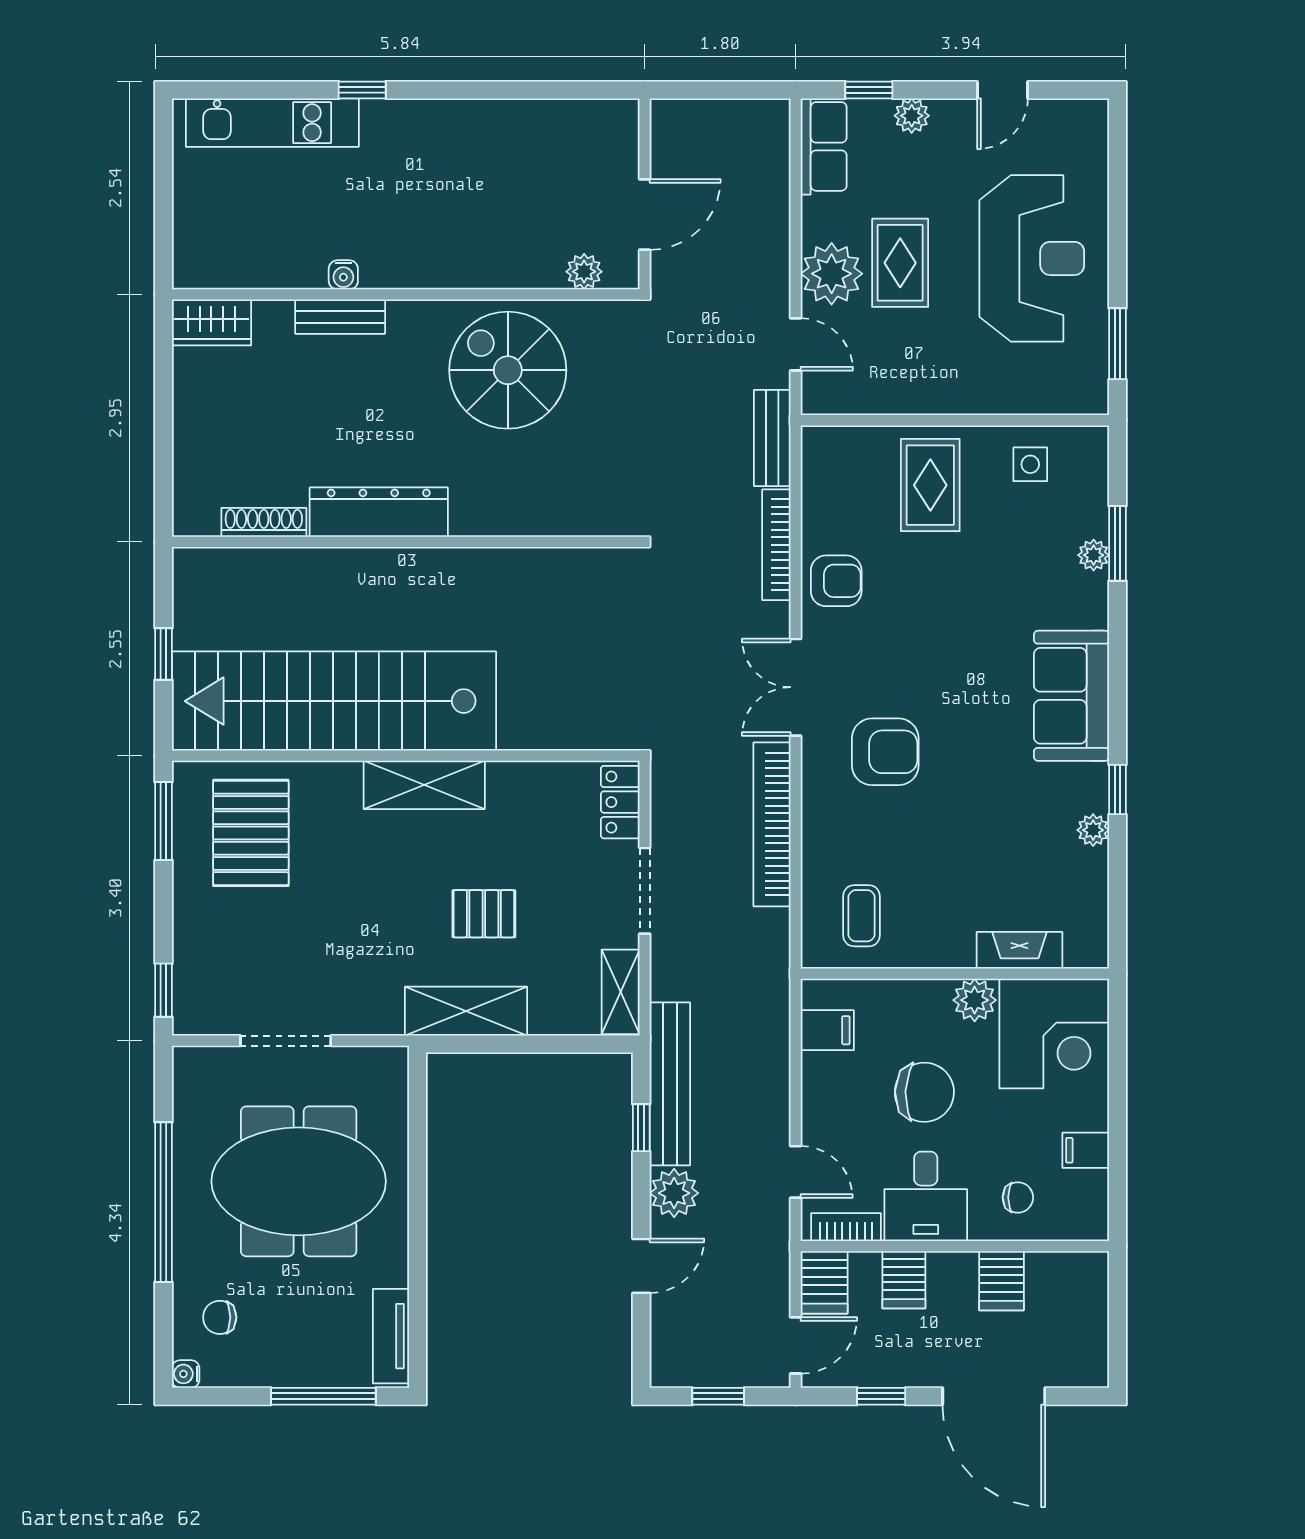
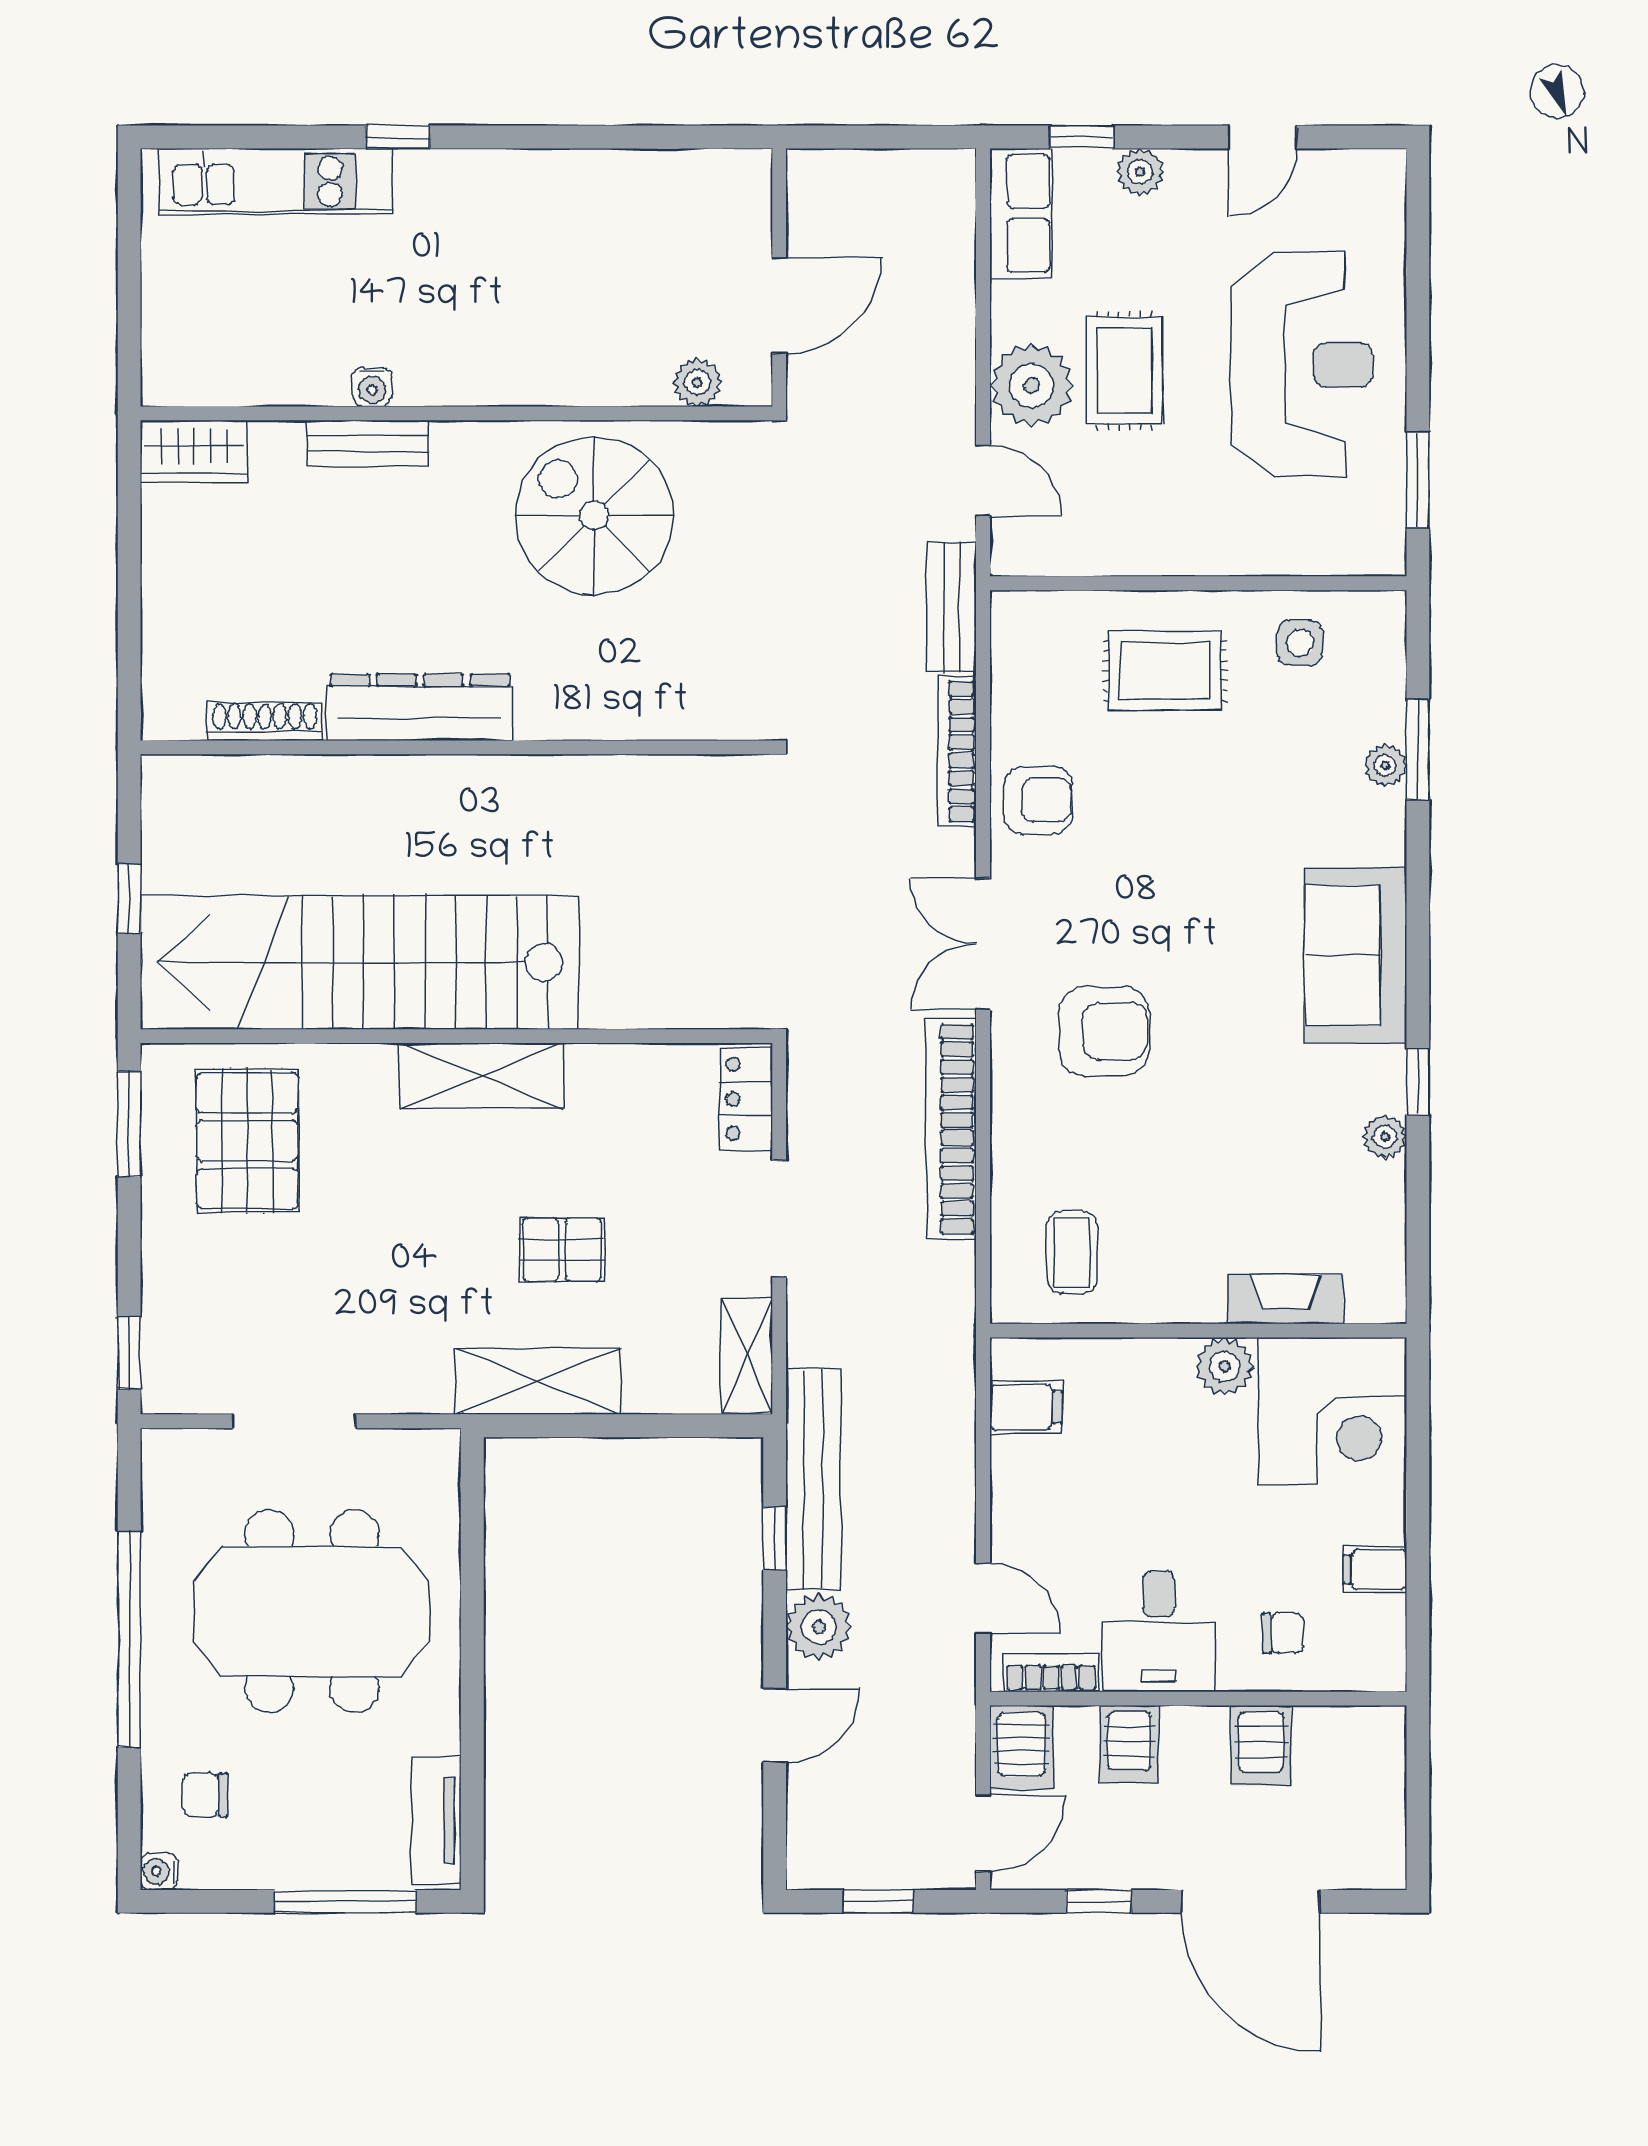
rug: (930, 485) -> (1165, 671), turned 90
chair: (924, 1092) -> (1157, 1491), removed

